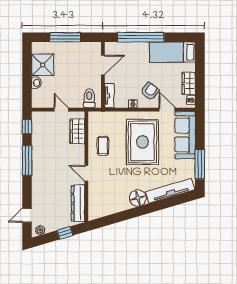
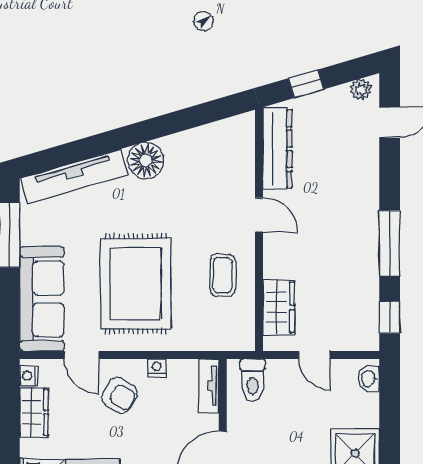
washbasin: (36, 83) -> (369, 378), moved
armchair: (150, 91) -> (119, 395), turned -97

